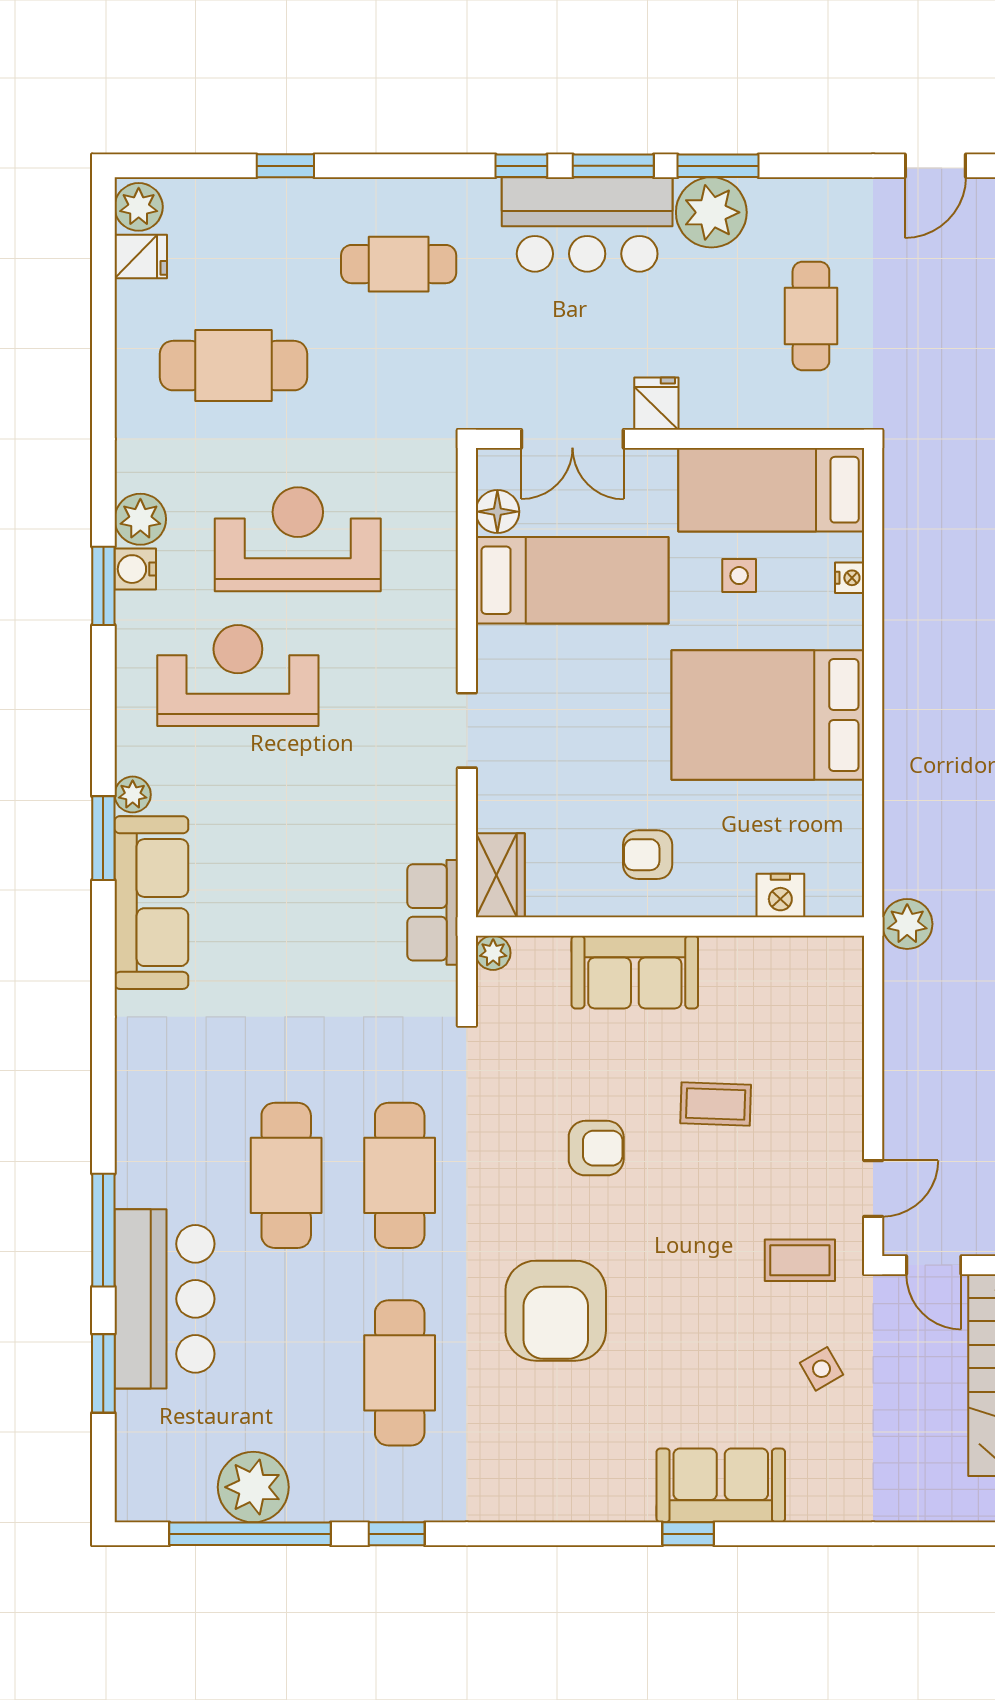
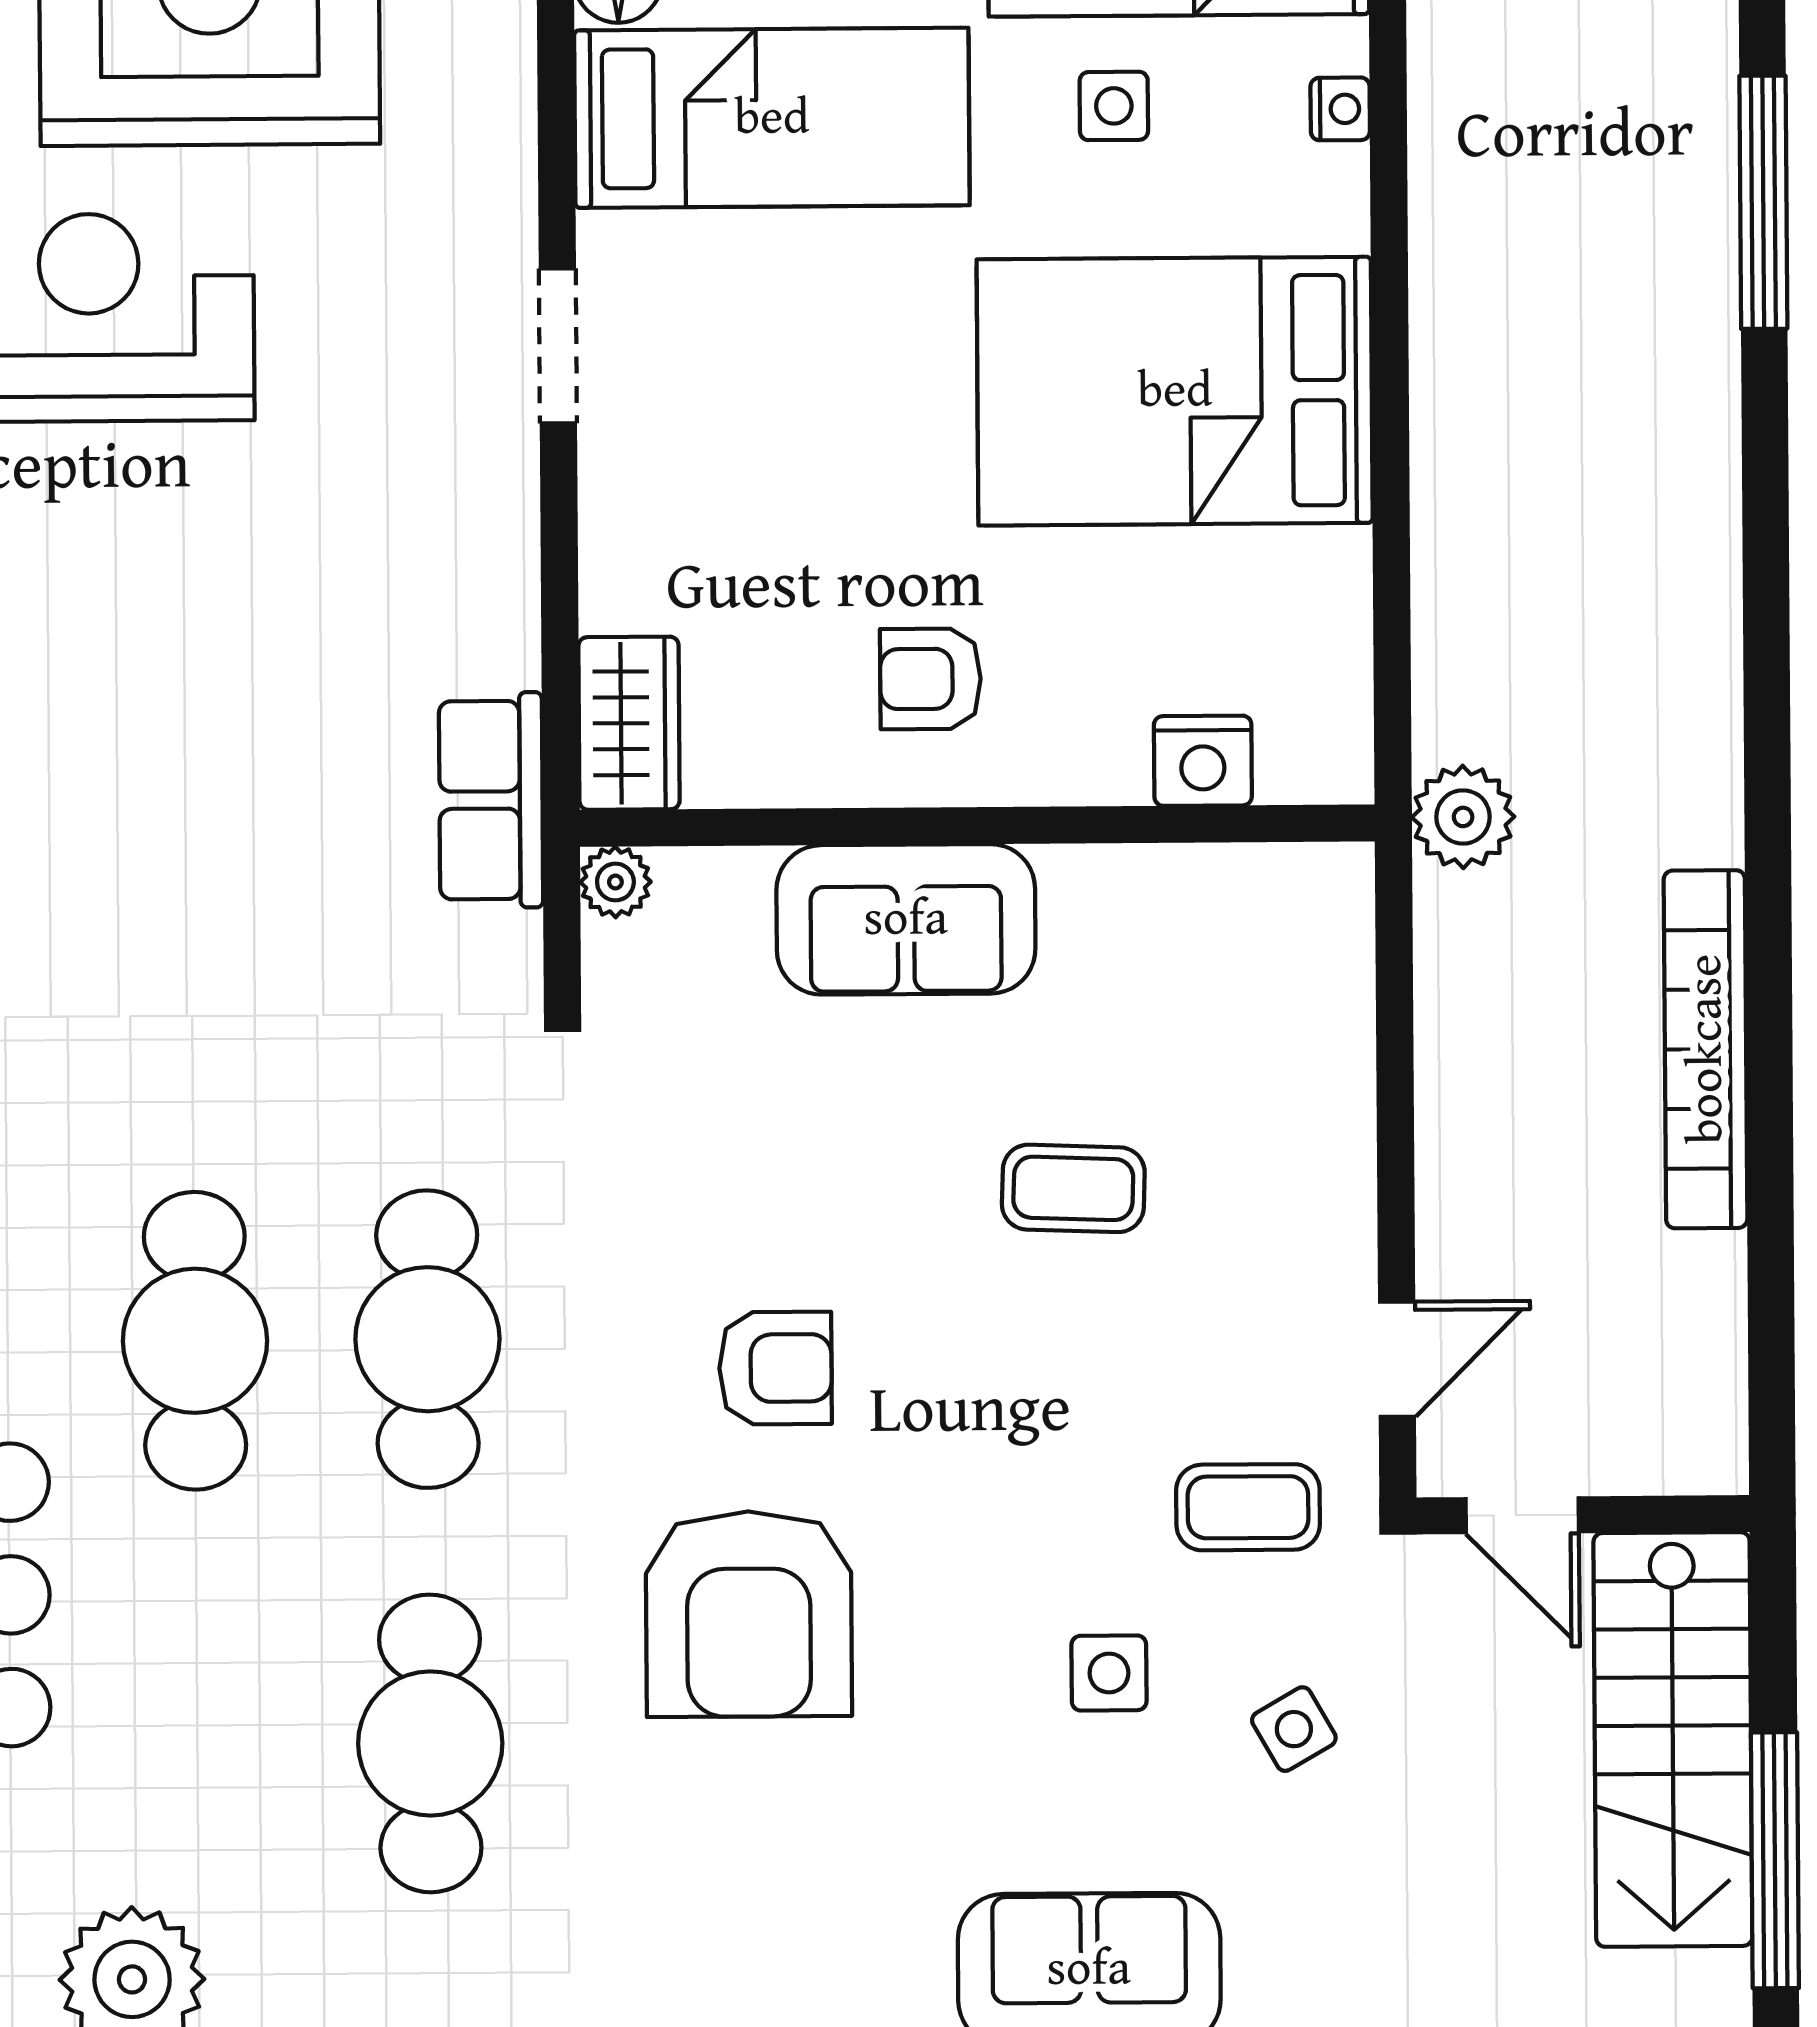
doorway: (467, 730) -> (558, 346), moved
armchair: (596, 1148) -> (775, 1368), moved
side table: (731, 1341) -> (1109, 1673), added

